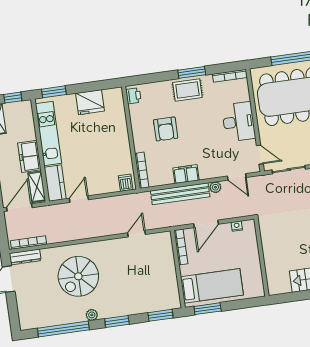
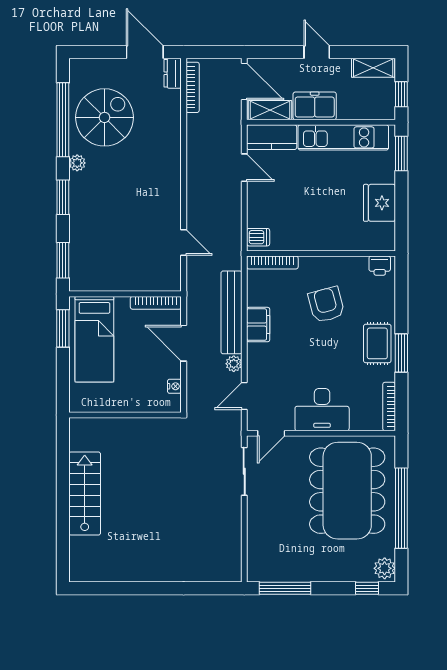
armchair: (166, 129) -> (326, 305), turned 75
dresser: (25, 257) -> (173, 73), width x0.70
spiral stairs: (78, 276) -> (105, 117), moved, turned 90

